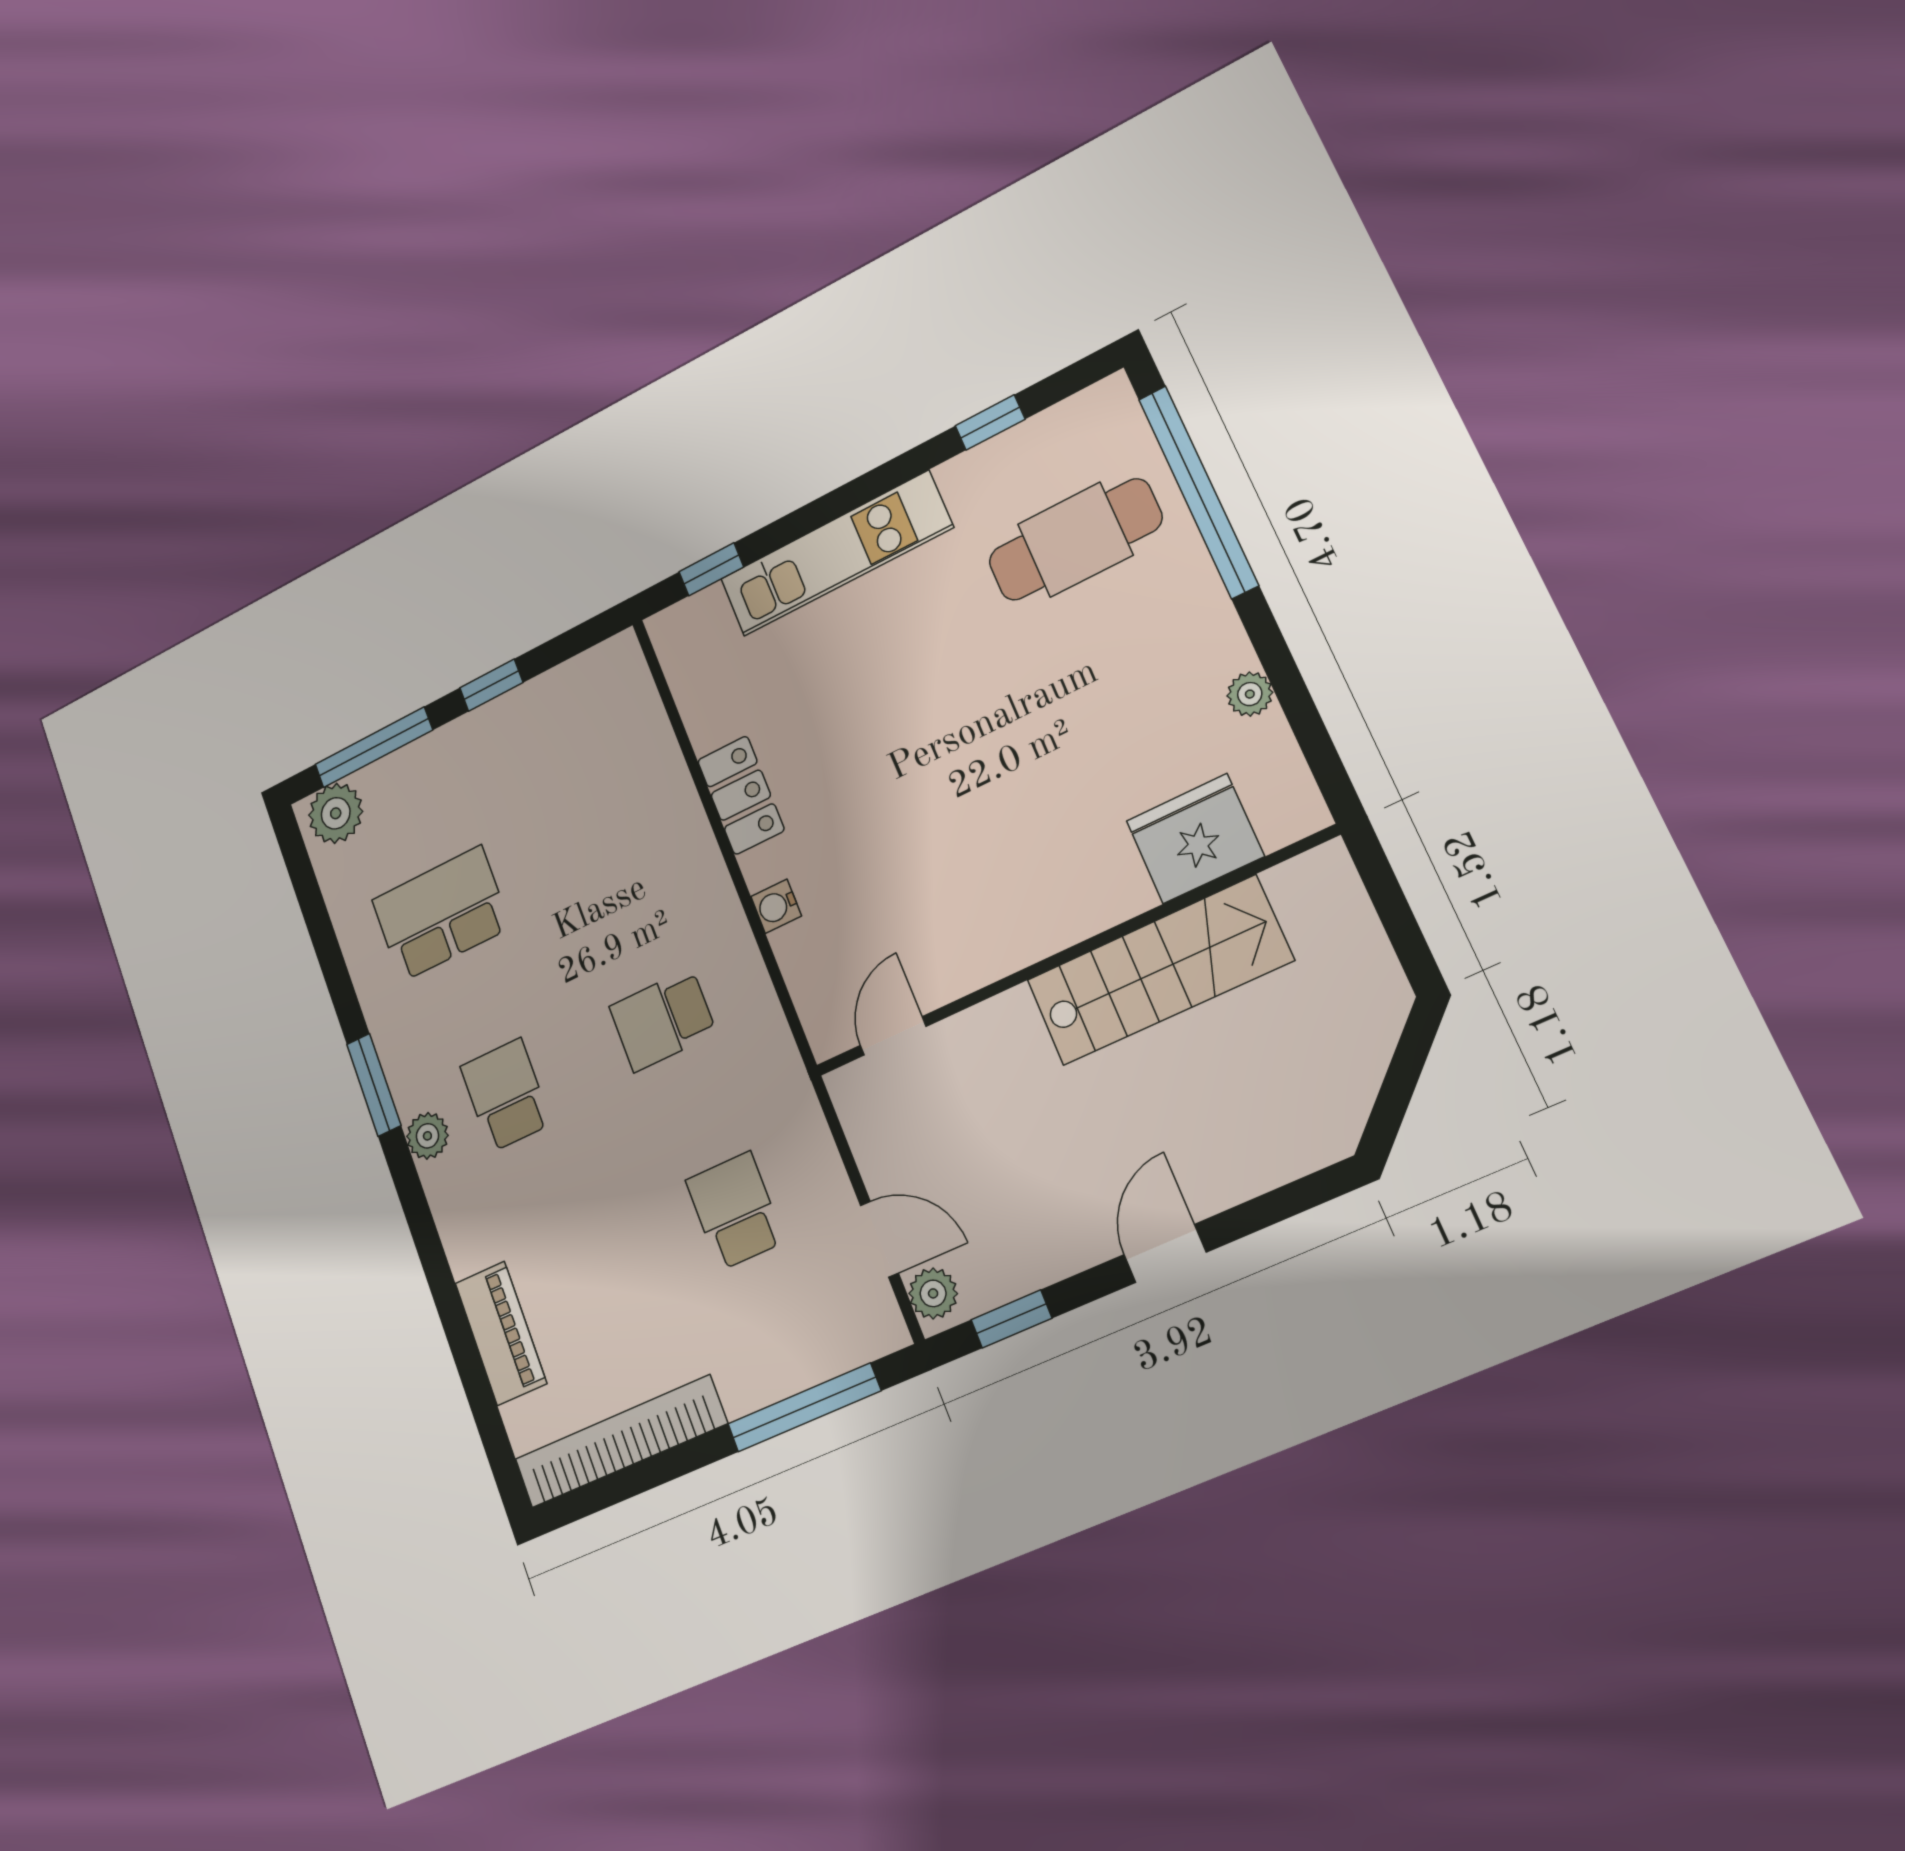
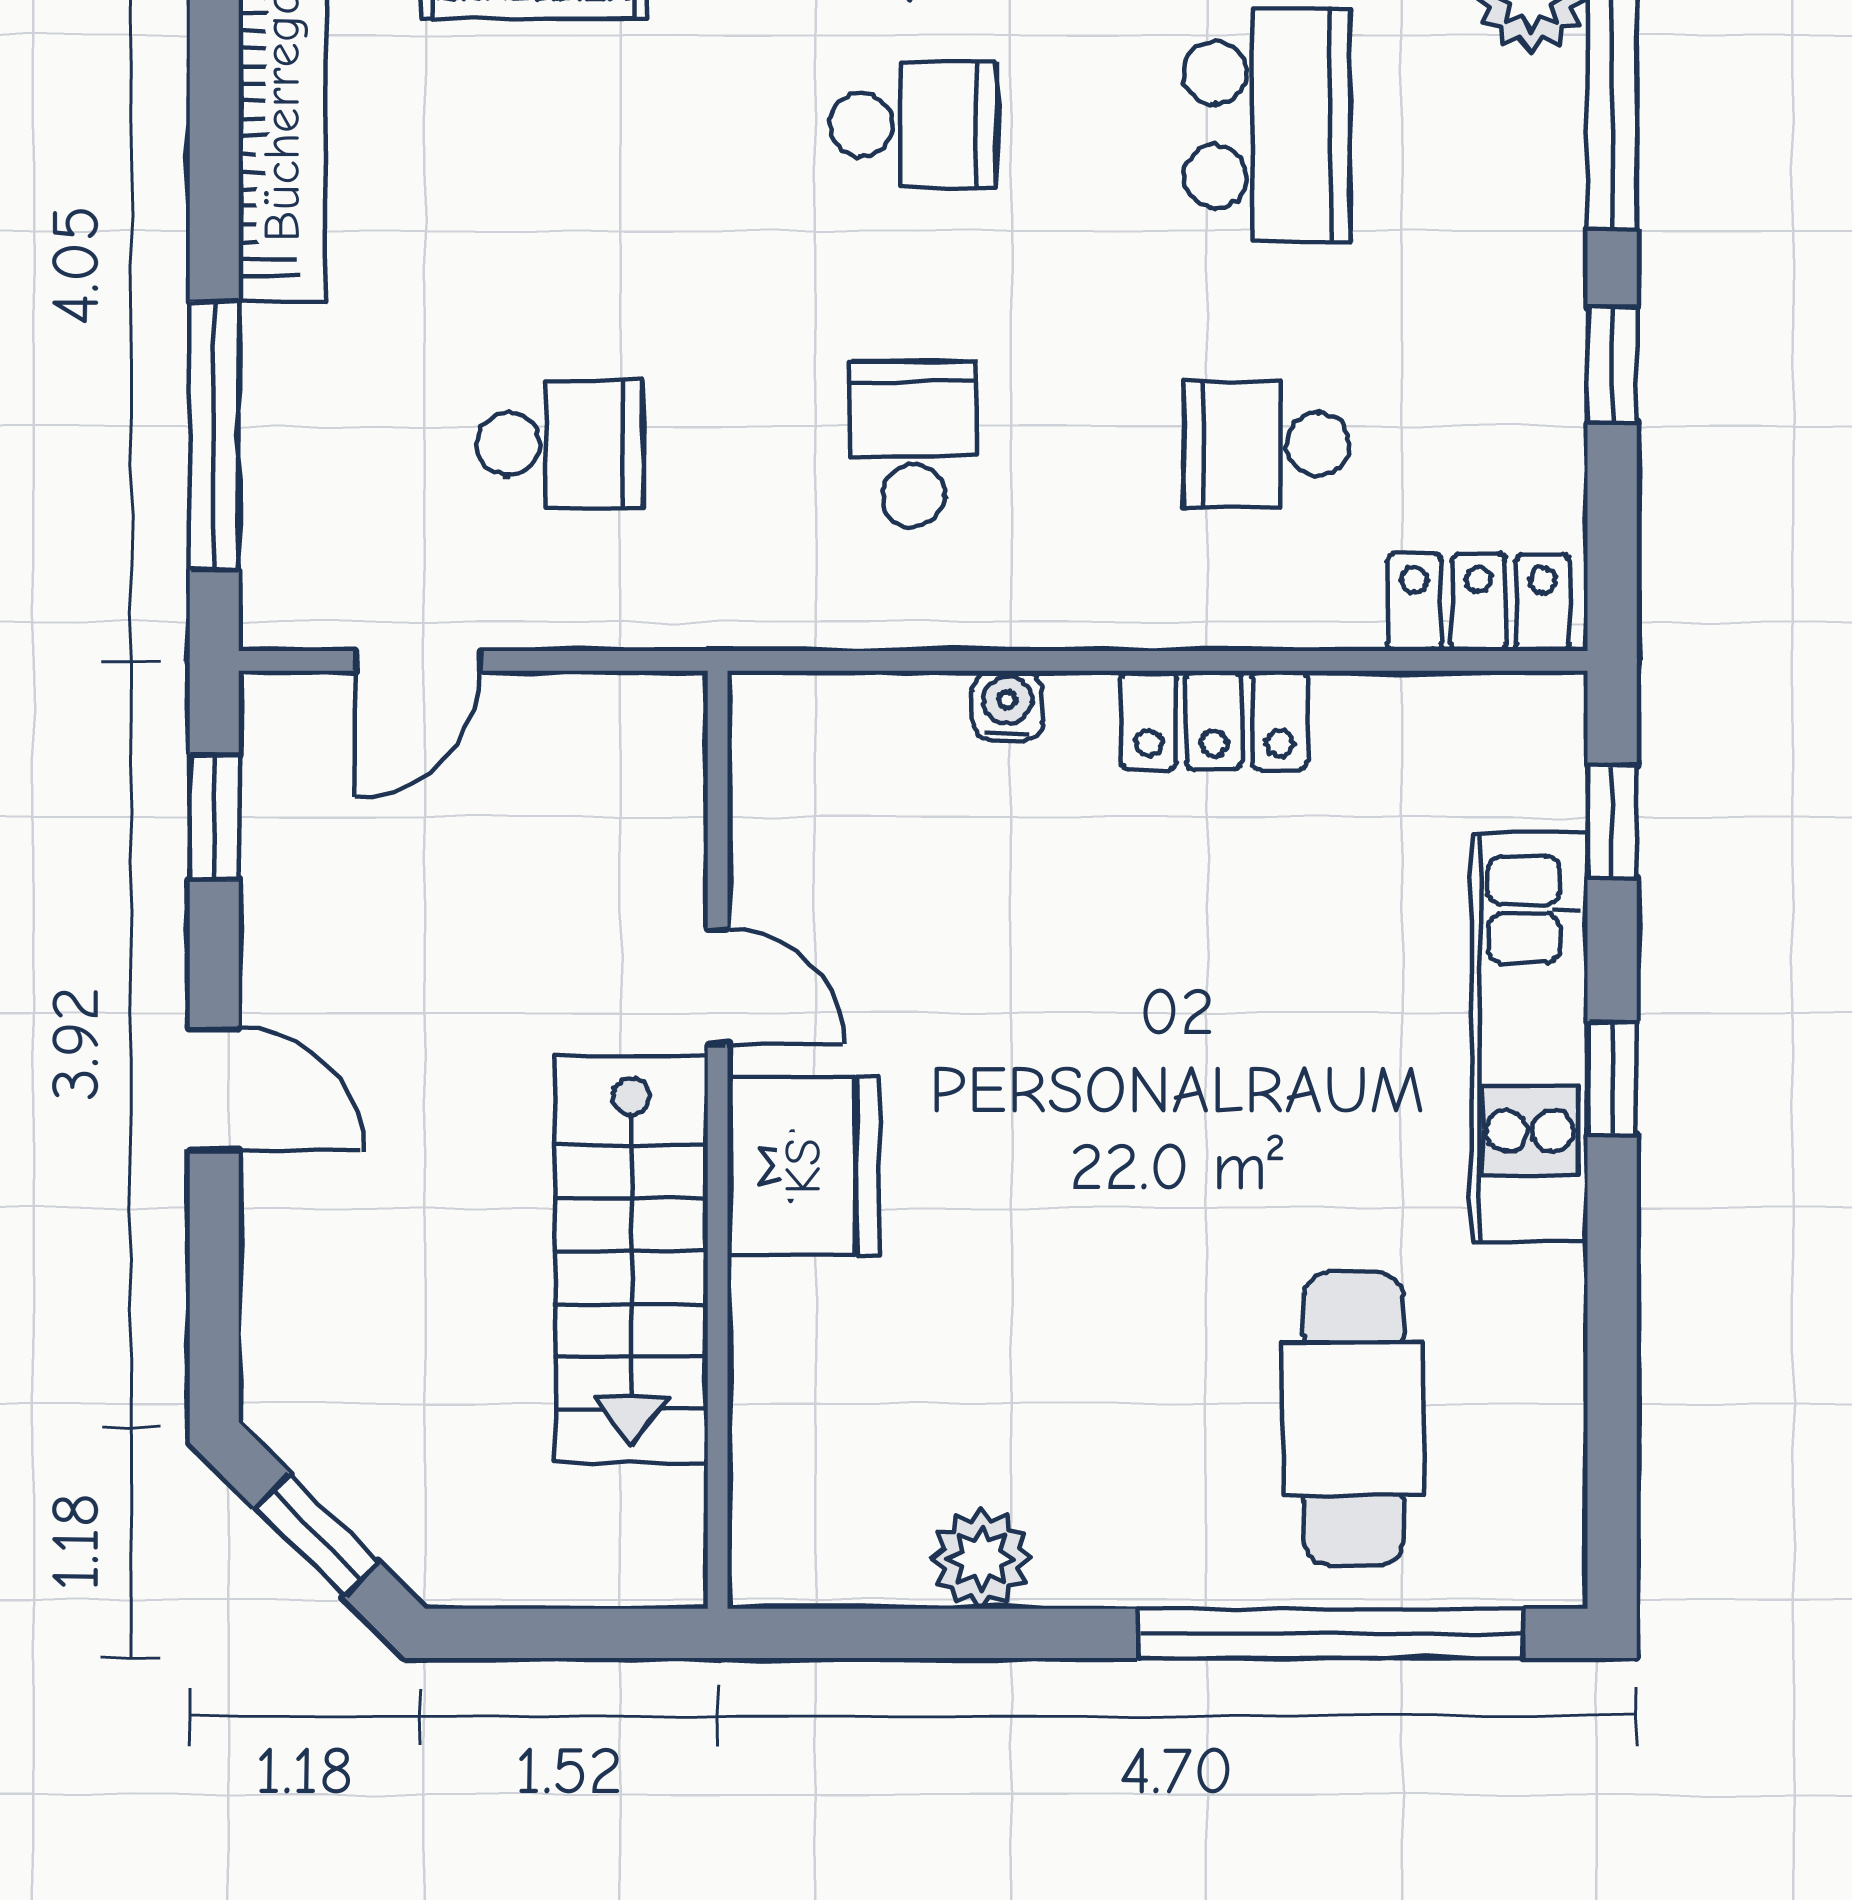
window: (990, 422) -> (1612, 1078), moved
locker: (630, 691) -> (1478, 602), added
plant: (1250, 694) -> (981, 1558), width x1.38, depth x1.38
school desk: (594, 837) -> (1267, 444), added
fridge: (1195, 839) -> (803, 1166), moved
door: (893, 1036) -> (718, 986), moved
window: (1401, 1080) -> (317, 1535), added
plant: (933, 1293) -> (301, 712), removed

